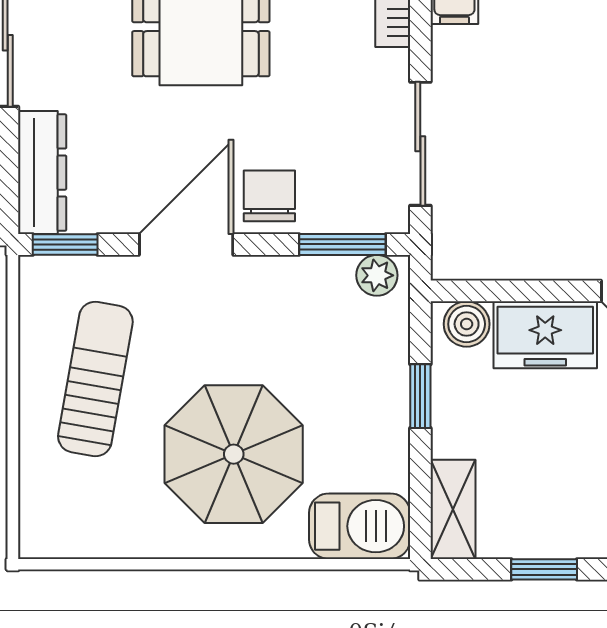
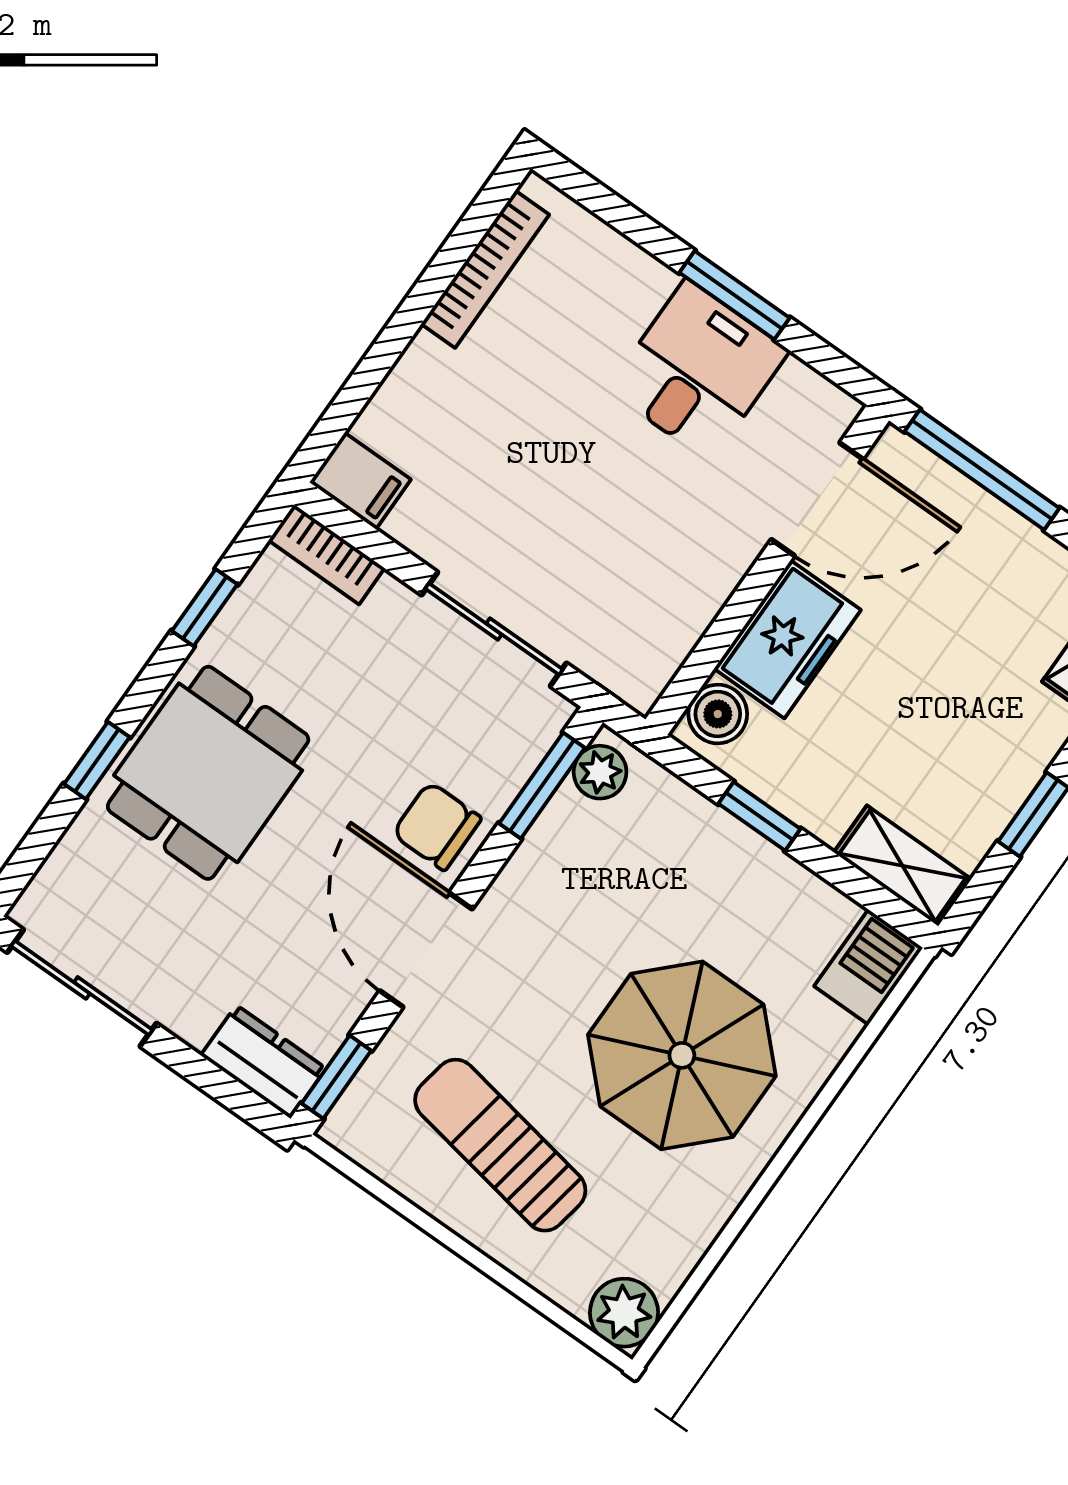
dresser: (42, 173) -> (263, 1062), width x0.70
barbecue: (360, 526) -> (868, 967), width x0.73, depth x0.79
plant: (44, 533) -> (624, 1313), added

